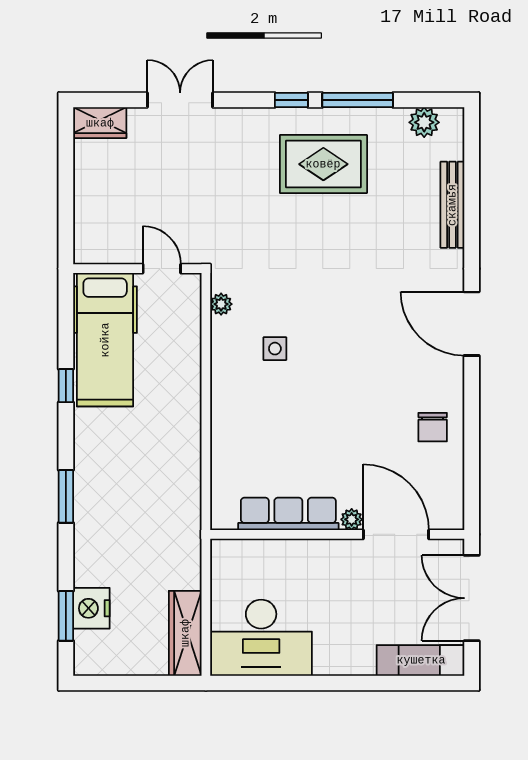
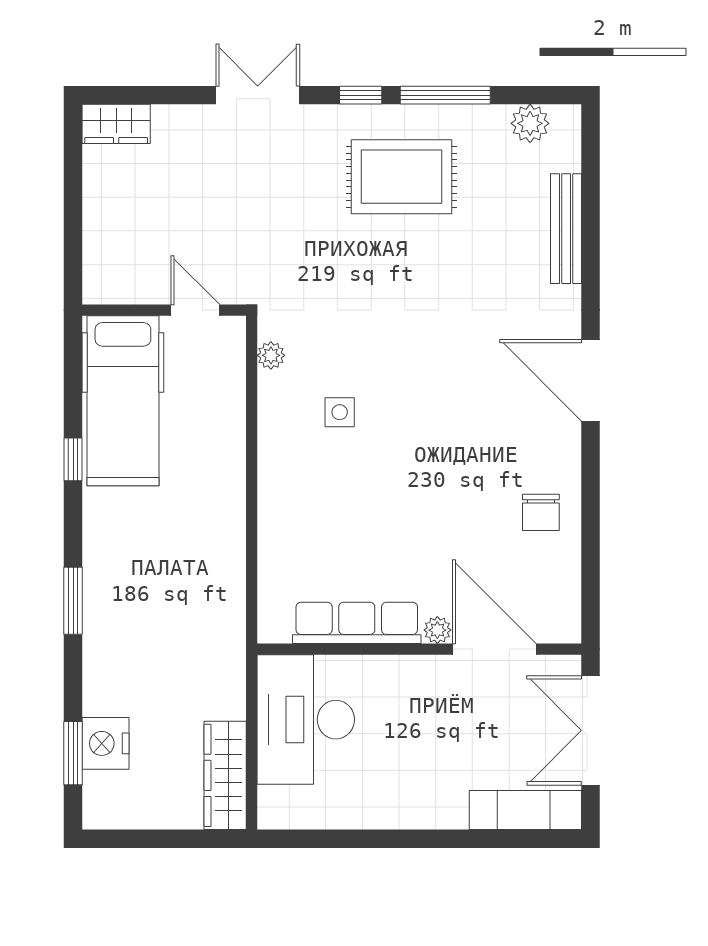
double door: (180, 100) -> (258, 95), moved
desk: (261, 638) -> (306, 720), moved, turned 90

